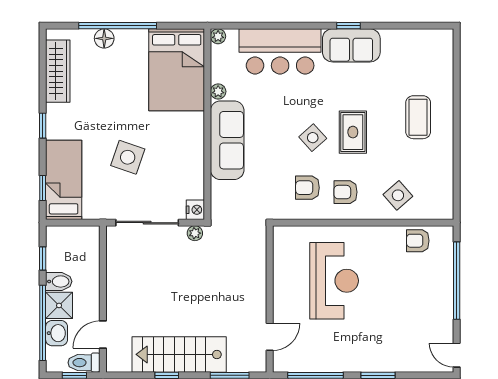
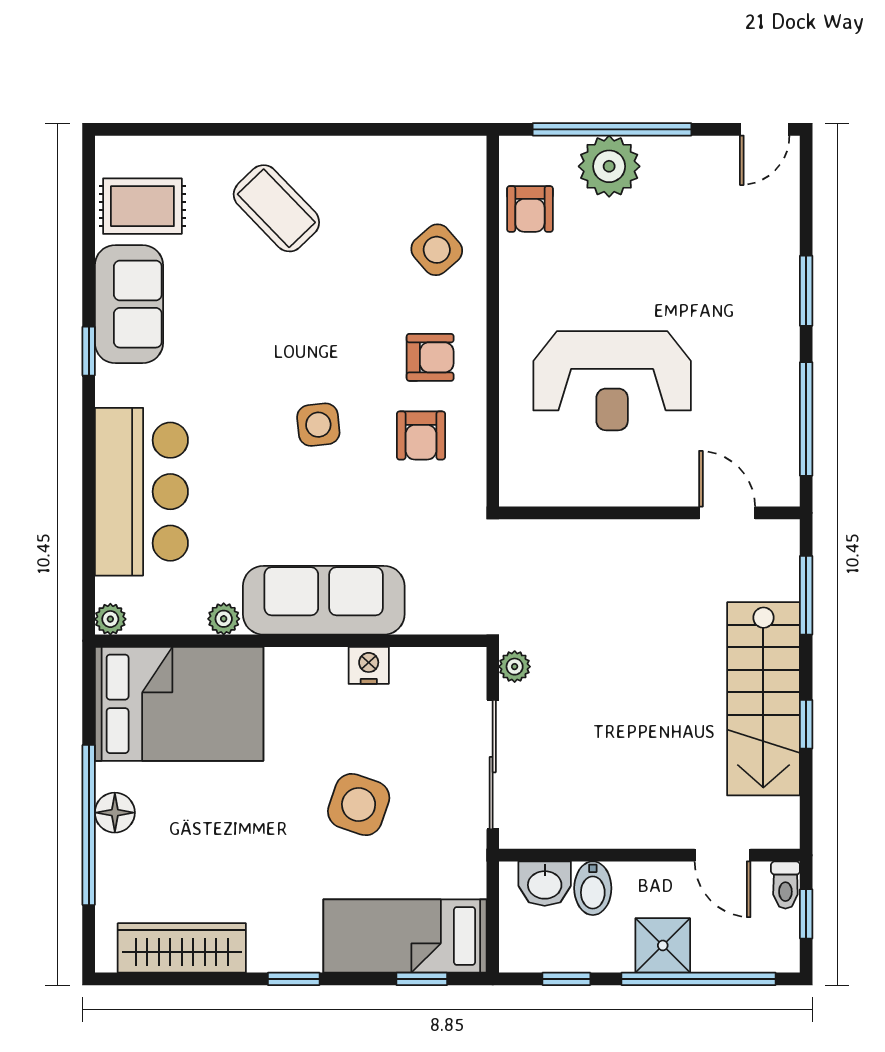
floor lamp: (104, 38) -> (115, 813), moved
sofa: (351, 45) -> (129, 304), moved
coffee table: (418, 117) -> (276, 208), turned 46
rug: (353, 132) -> (142, 206), moved
side table: (313, 138) -> (318, 425), turned 36
armchair: (345, 192) -> (430, 357), turned -90
nightstand: (195, 210) -> (369, 665), moved
plant: (439, 279) -> (609, 166), added
bidet: (59, 281) -> (593, 888), moved, turned 180
reception desk: (334, 281) -> (612, 381), turned 180
washbasin: (57, 333) -> (545, 884), moved, turned 180
toilet: (84, 363) -> (785, 885), width x0.73, depth x0.72

